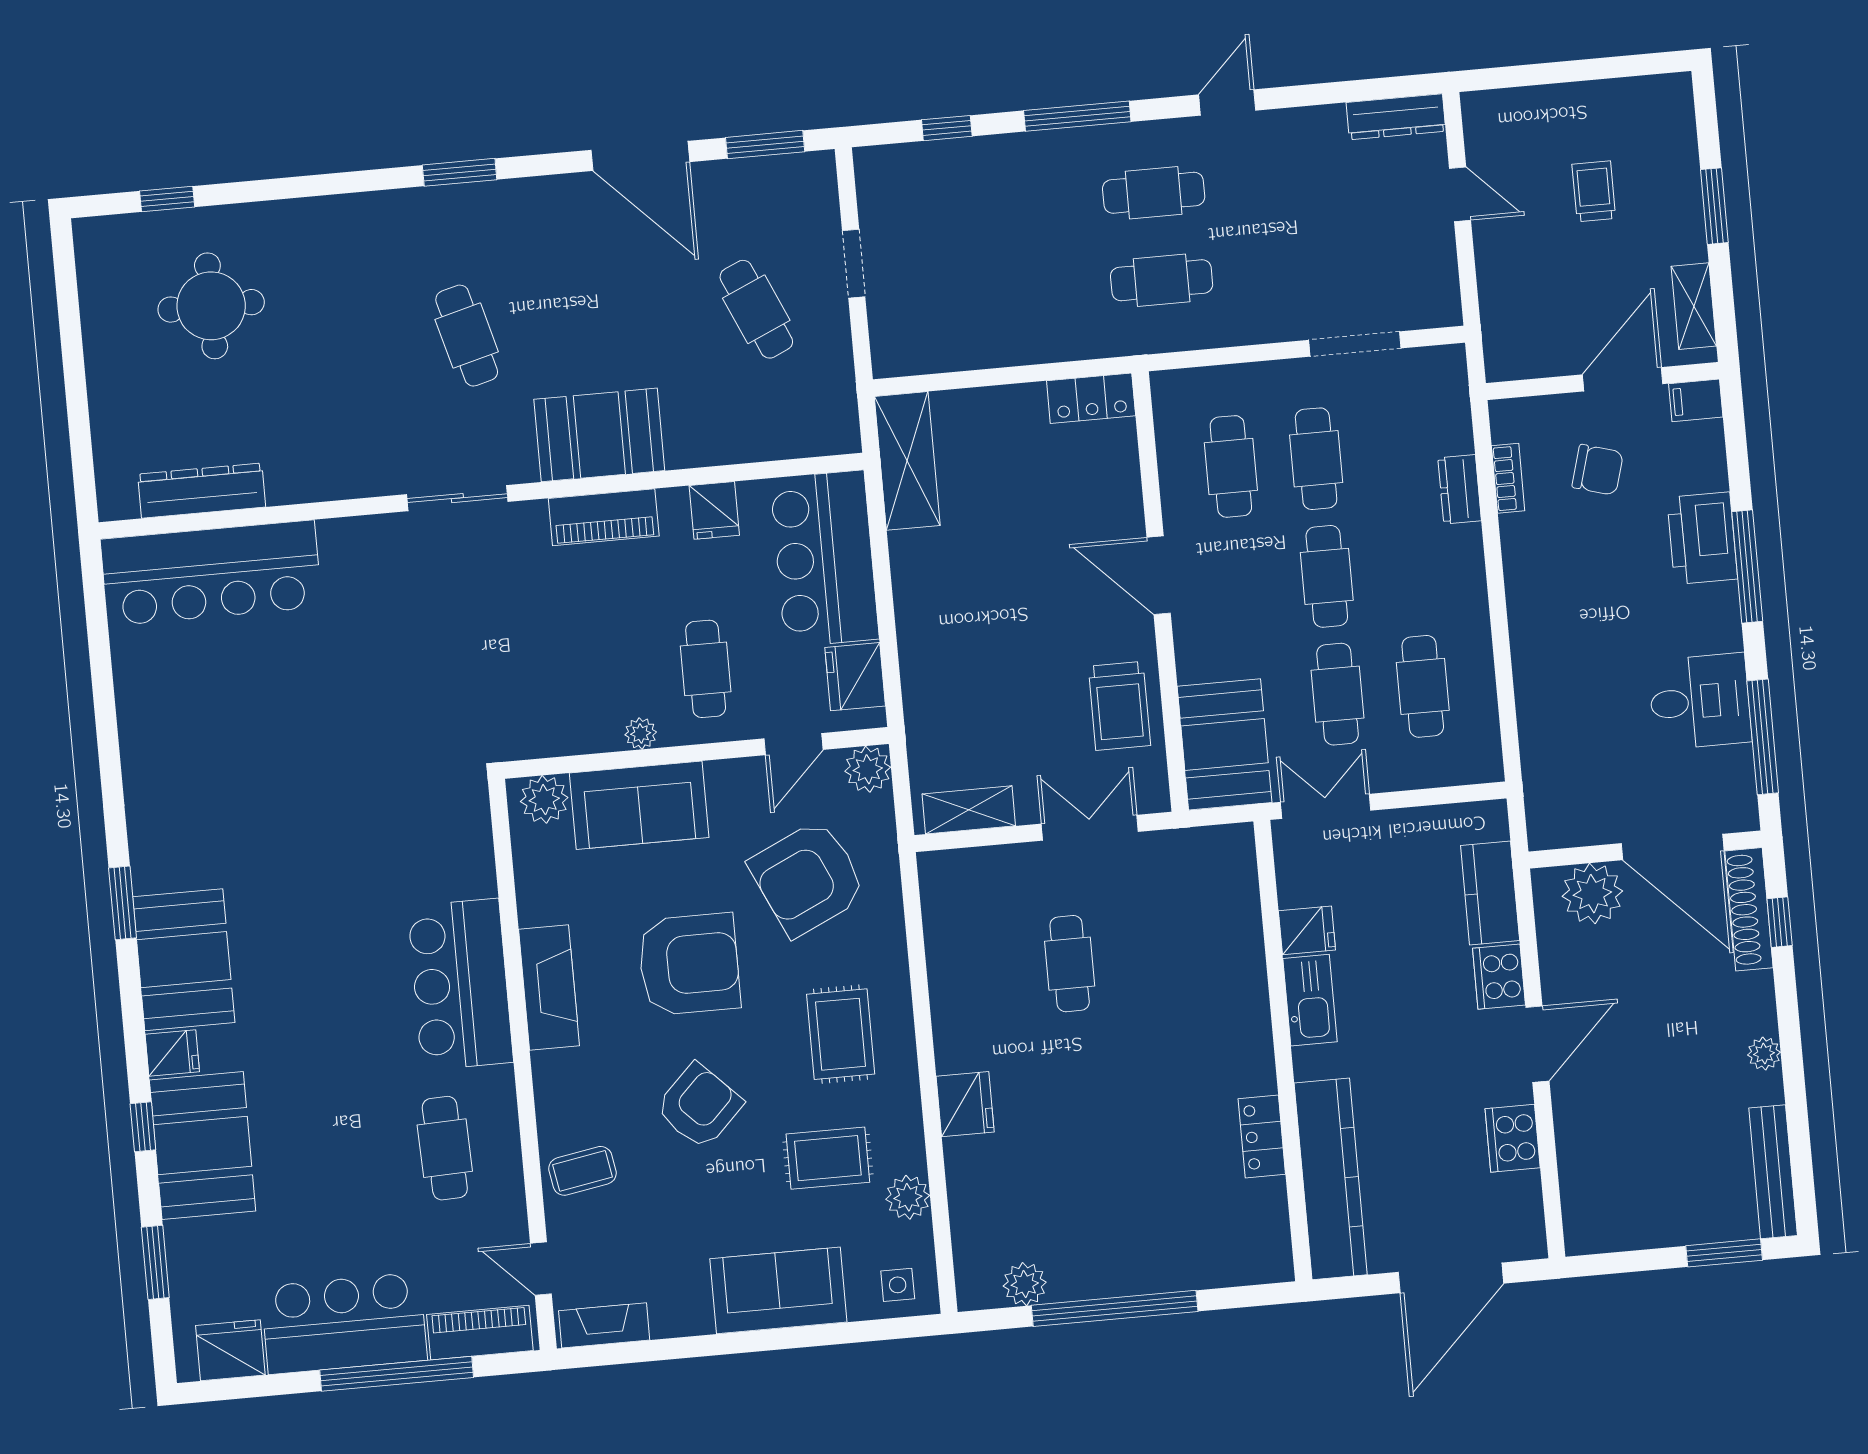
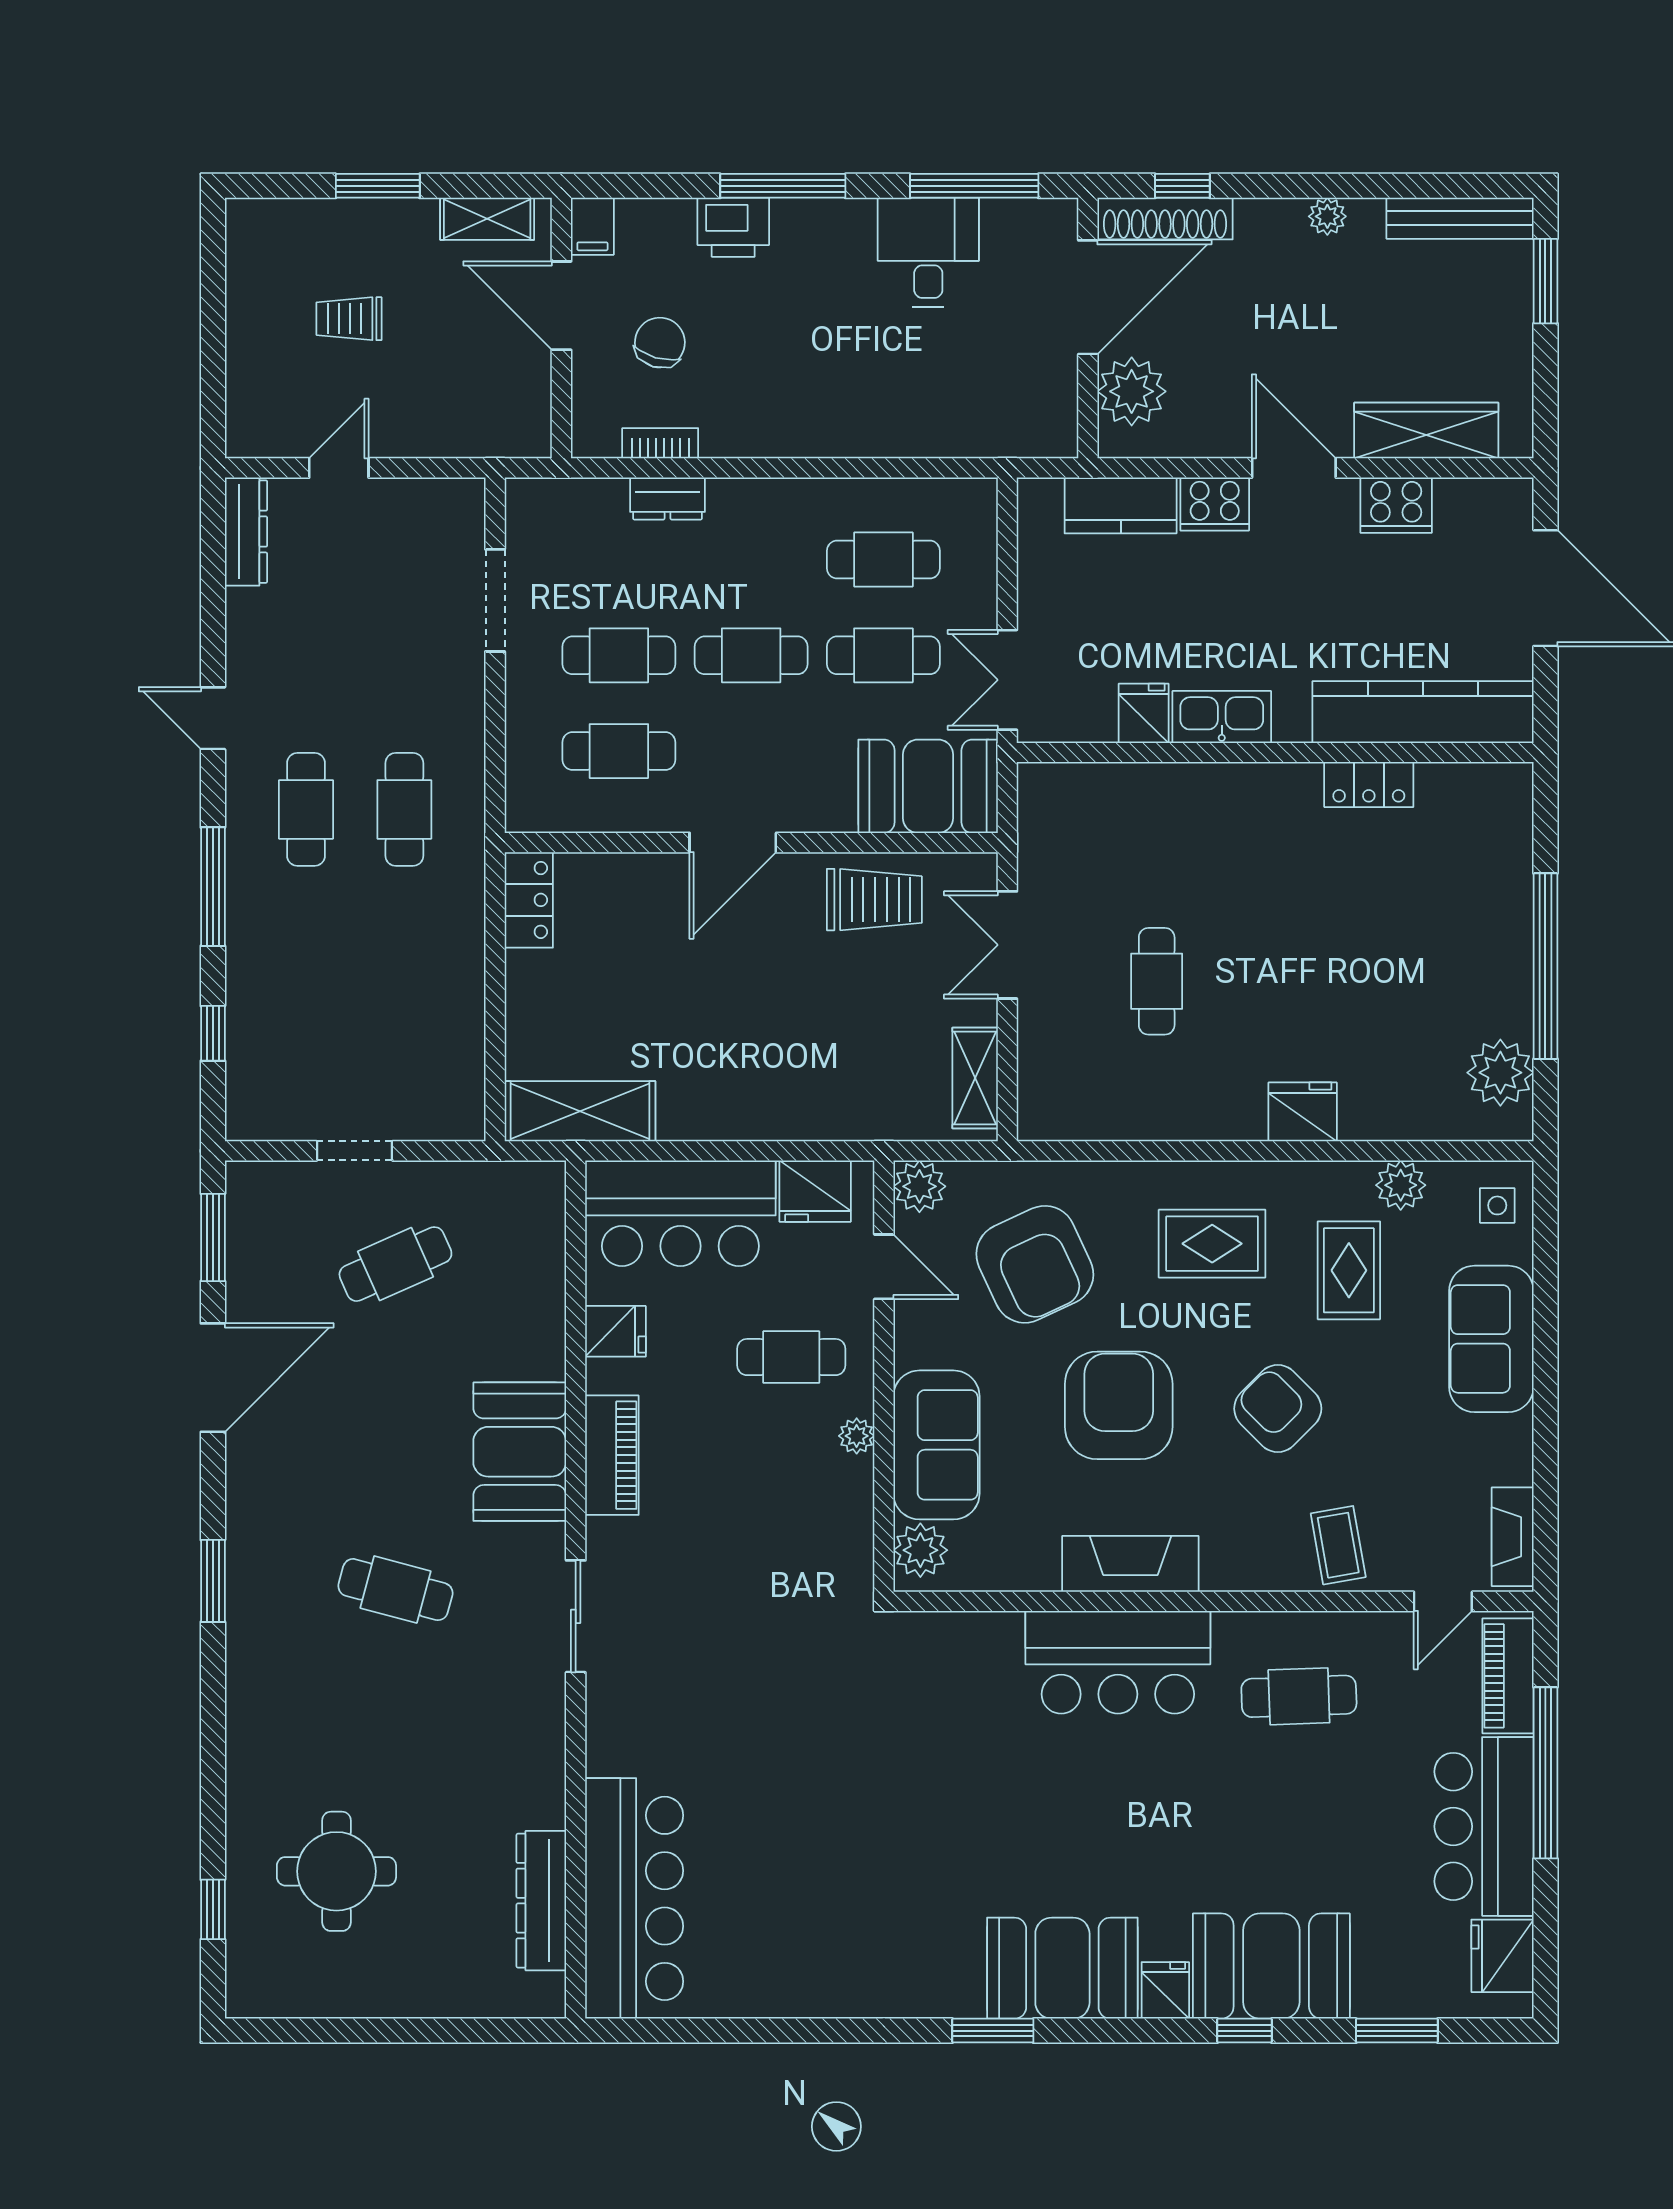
cafe table: (467, 336) -> (395, 1590), turned 30
printer: (1702, 538) -> (733, 227), width x0.73, depth x0.84
cafe table: (1070, 964) -> (1157, 981), turned 90
wardrobe: (1581, 1159) -> (1426, 431), added
plant: (1025, 1284) -> (1500, 1073), width x1.36, depth x1.36

